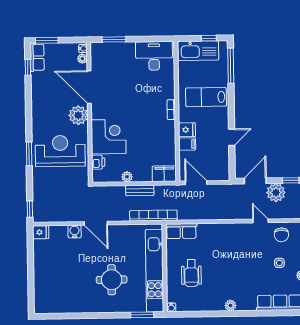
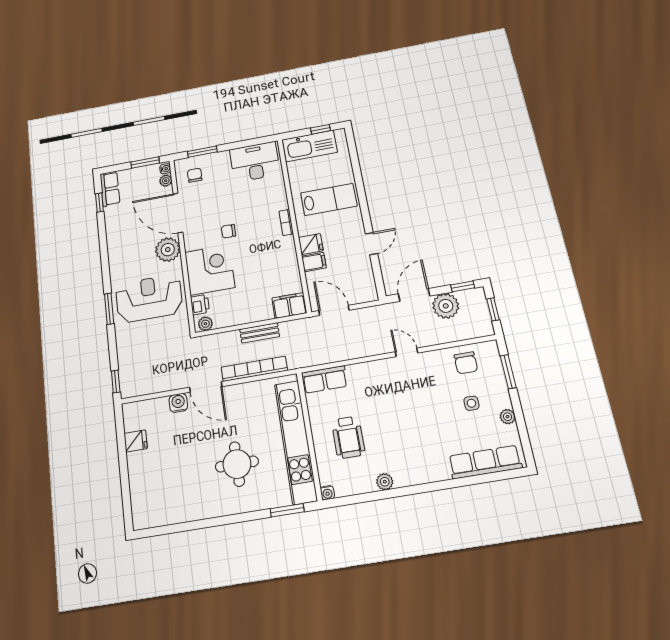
window: (47, 40) -> (145, 163), moved
chair: (106, 58) -> (195, 175), added
window: (231, 66) -> (354, 156), removed
lab bench: (206, 97) -> (329, 199), turned 180
chair: (127, 109) -> (229, 231), added
plant: (127, 177) -> (205, 324), moved
bookcase: (153, 216) -> (254, 369), moved
door: (261, 221) -> (407, 352), moved
fridge: (41, 232) -> (136, 441), moved
plant: (230, 305) -> (385, 482), moved

